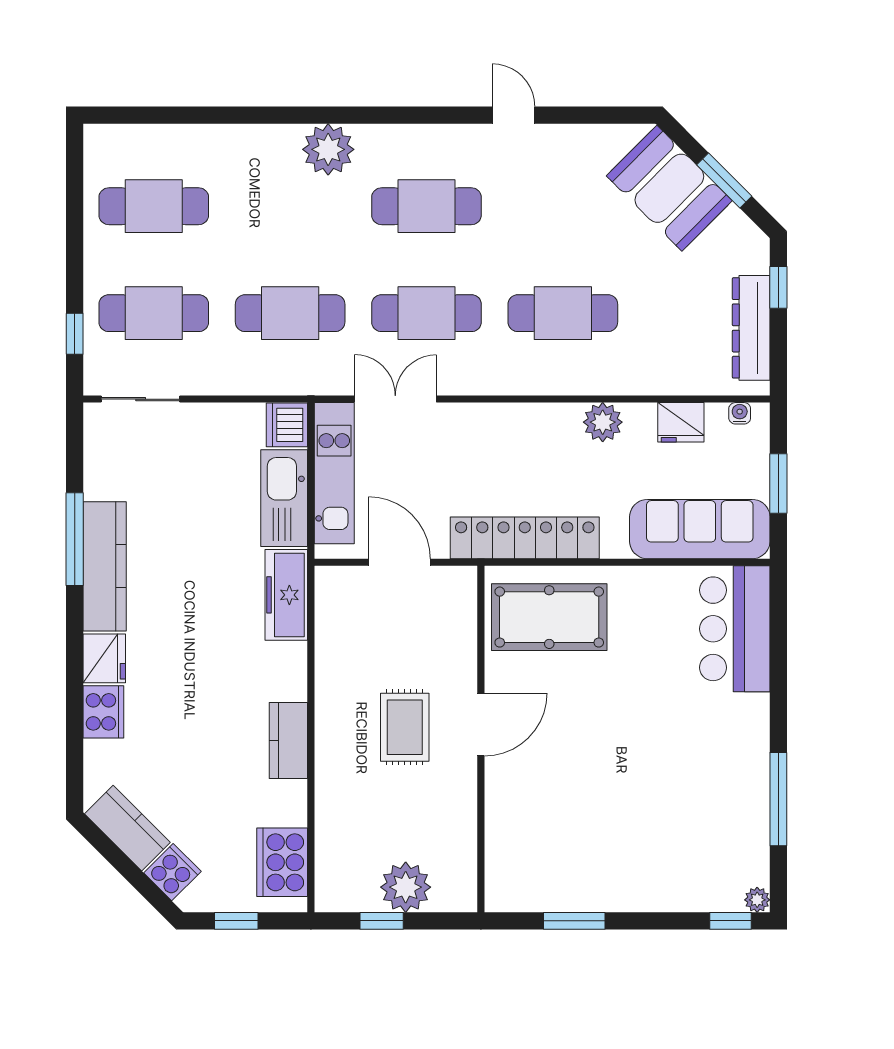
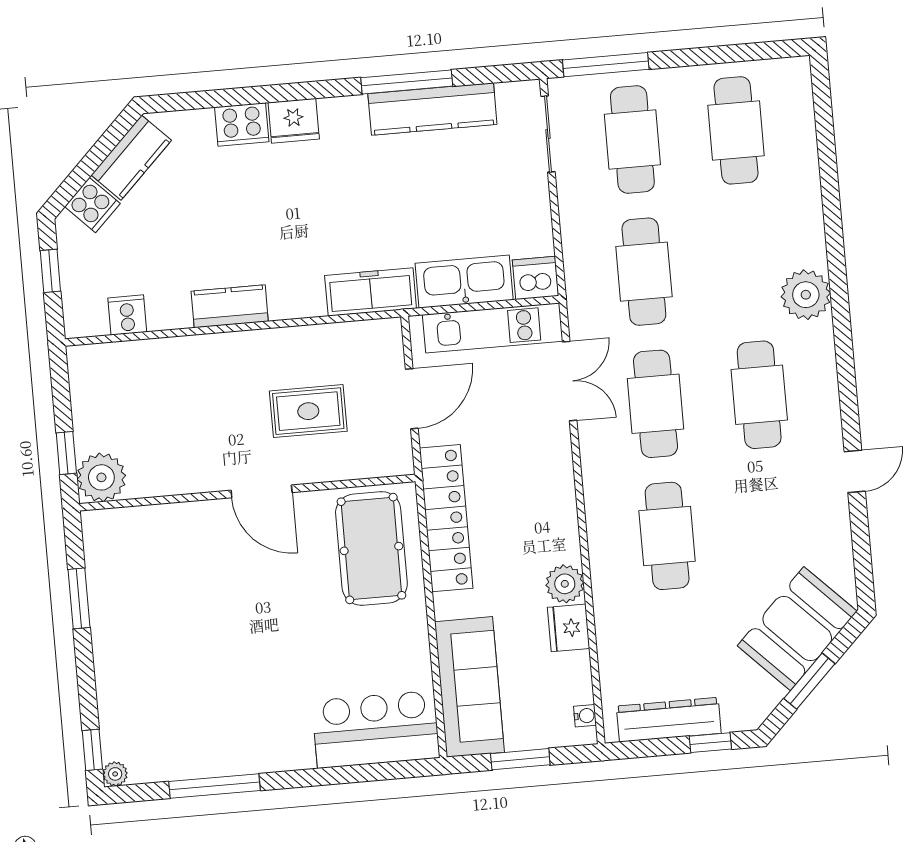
window: (75, 334) -> (606, 65), width x2.17
fridge: (681, 422) -> (569, 628), moved
kitchen counter: (105, 566) -> (432, 109), moved
rug: (405, 727) -> (308, 411), moved
cooker: (282, 862) -> (127, 315), width x0.53, depth x0.76
plant: (406, 887) -> (101, 477), moved
window: (382, 921) -> (66, 453), moved

